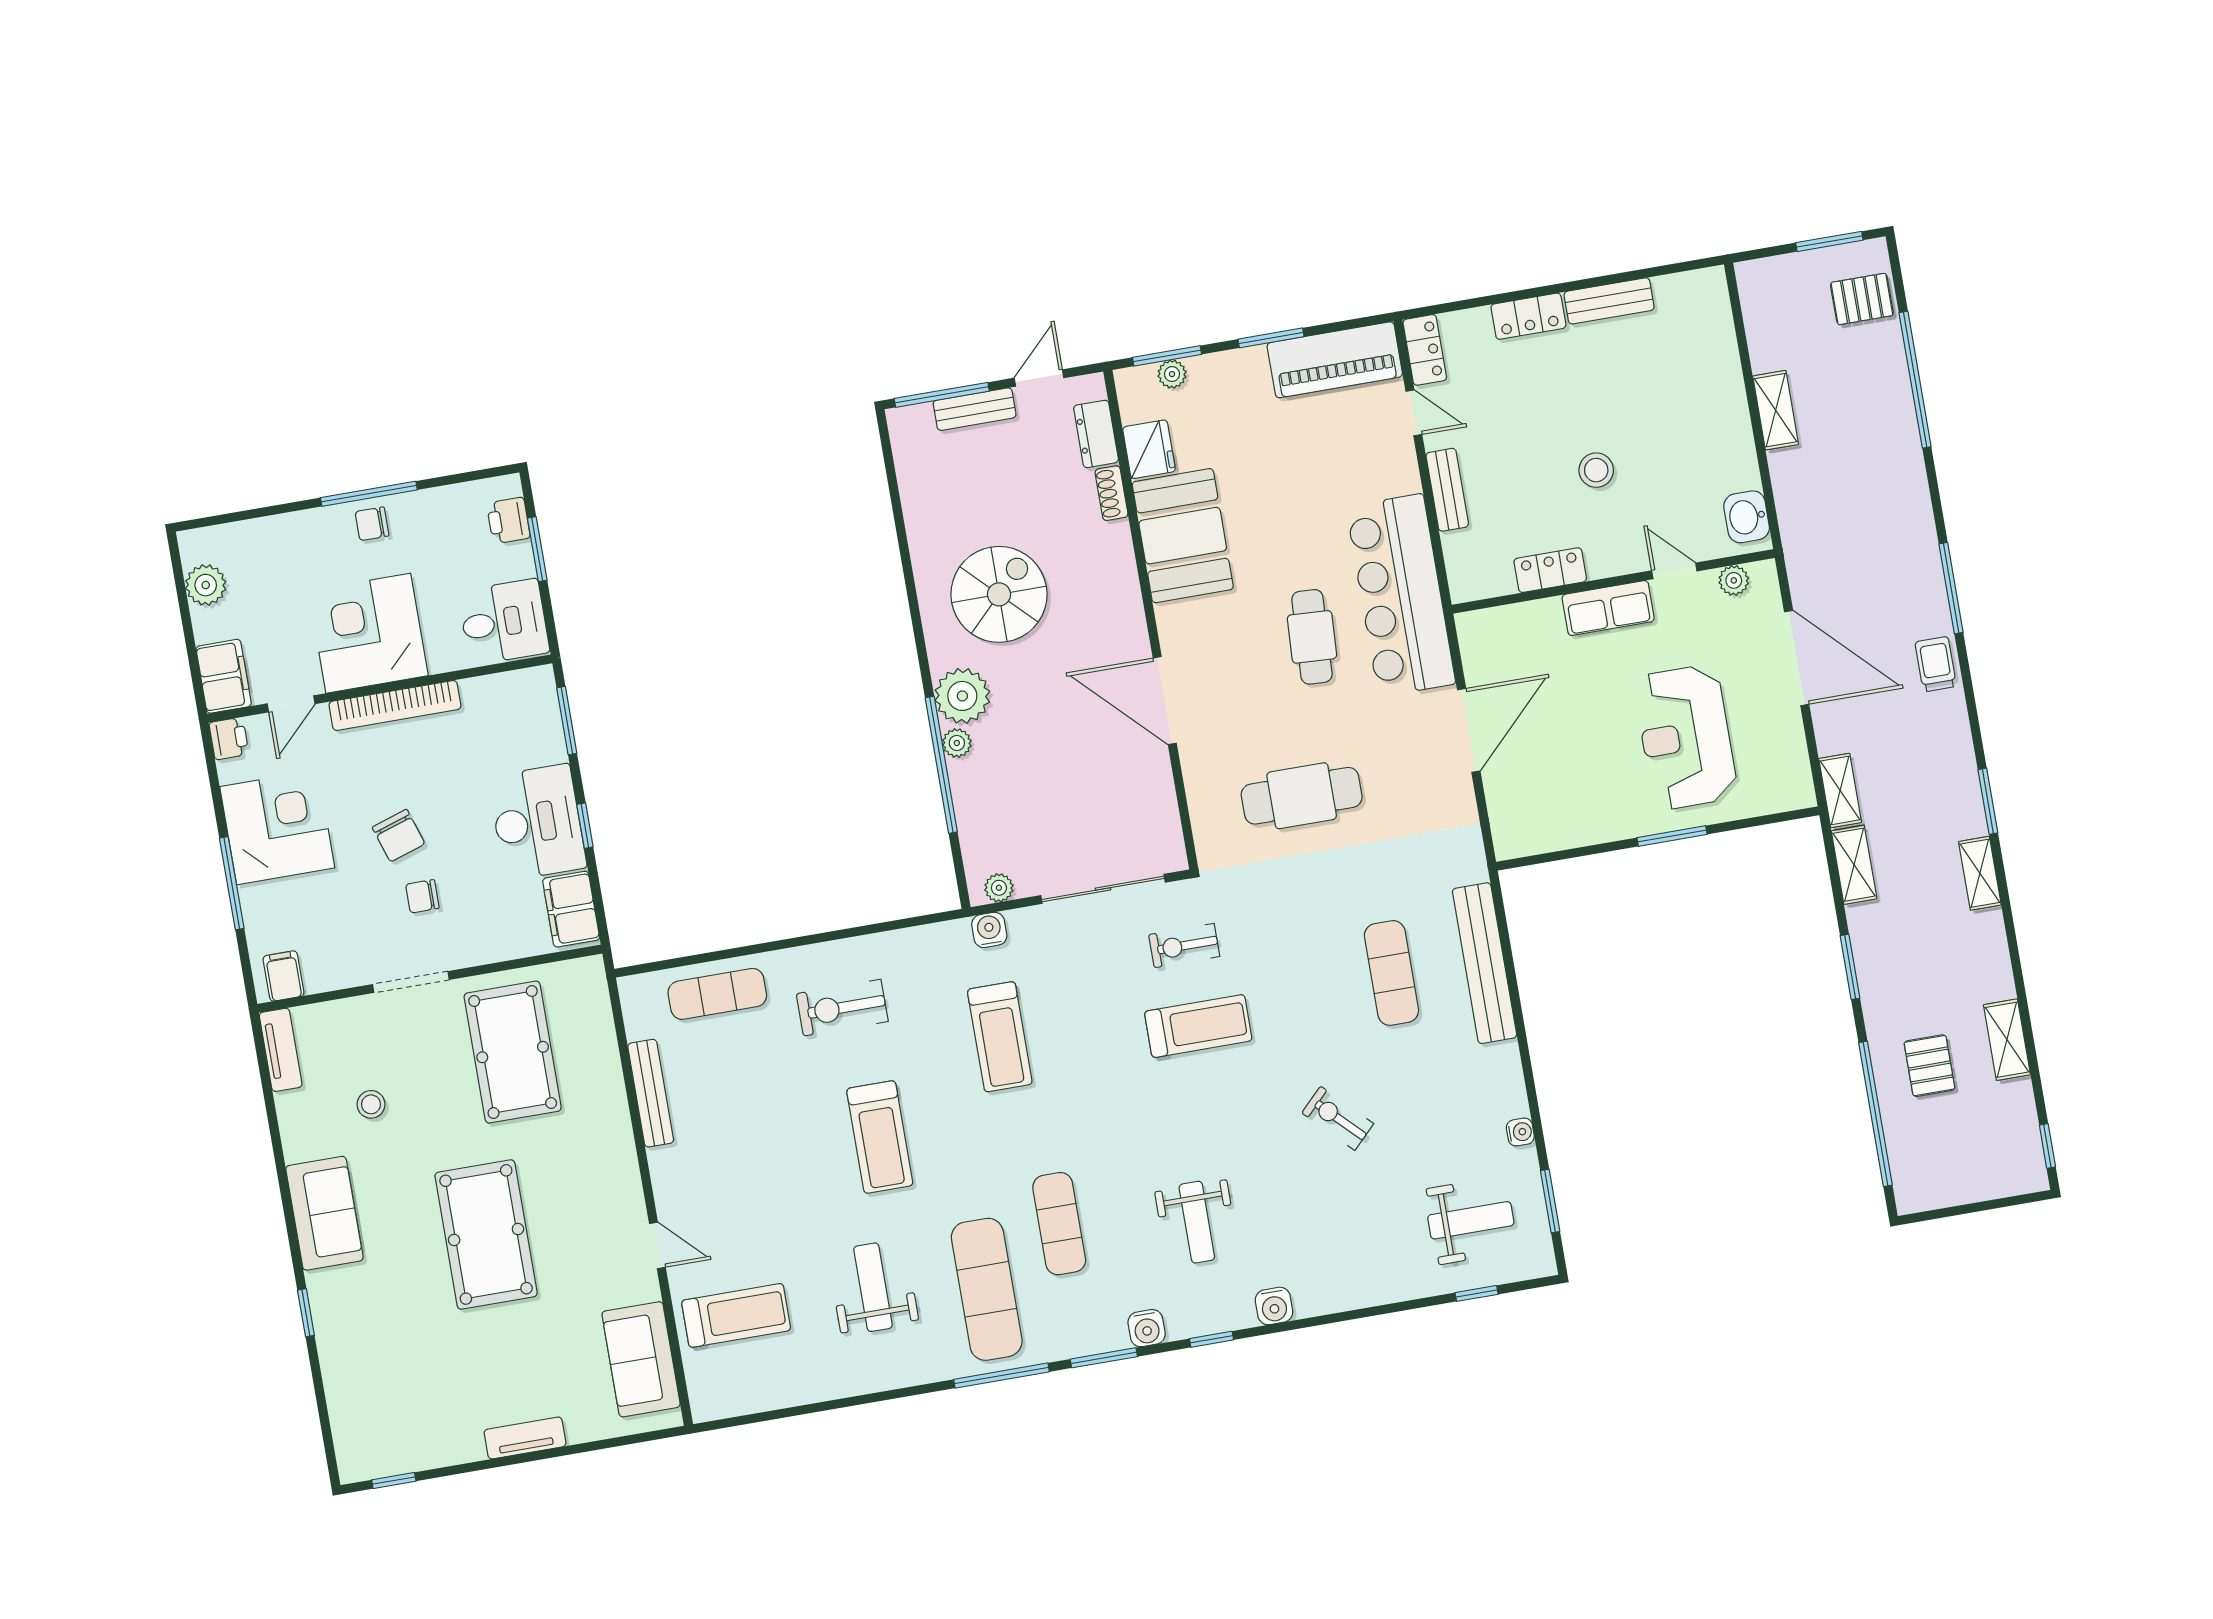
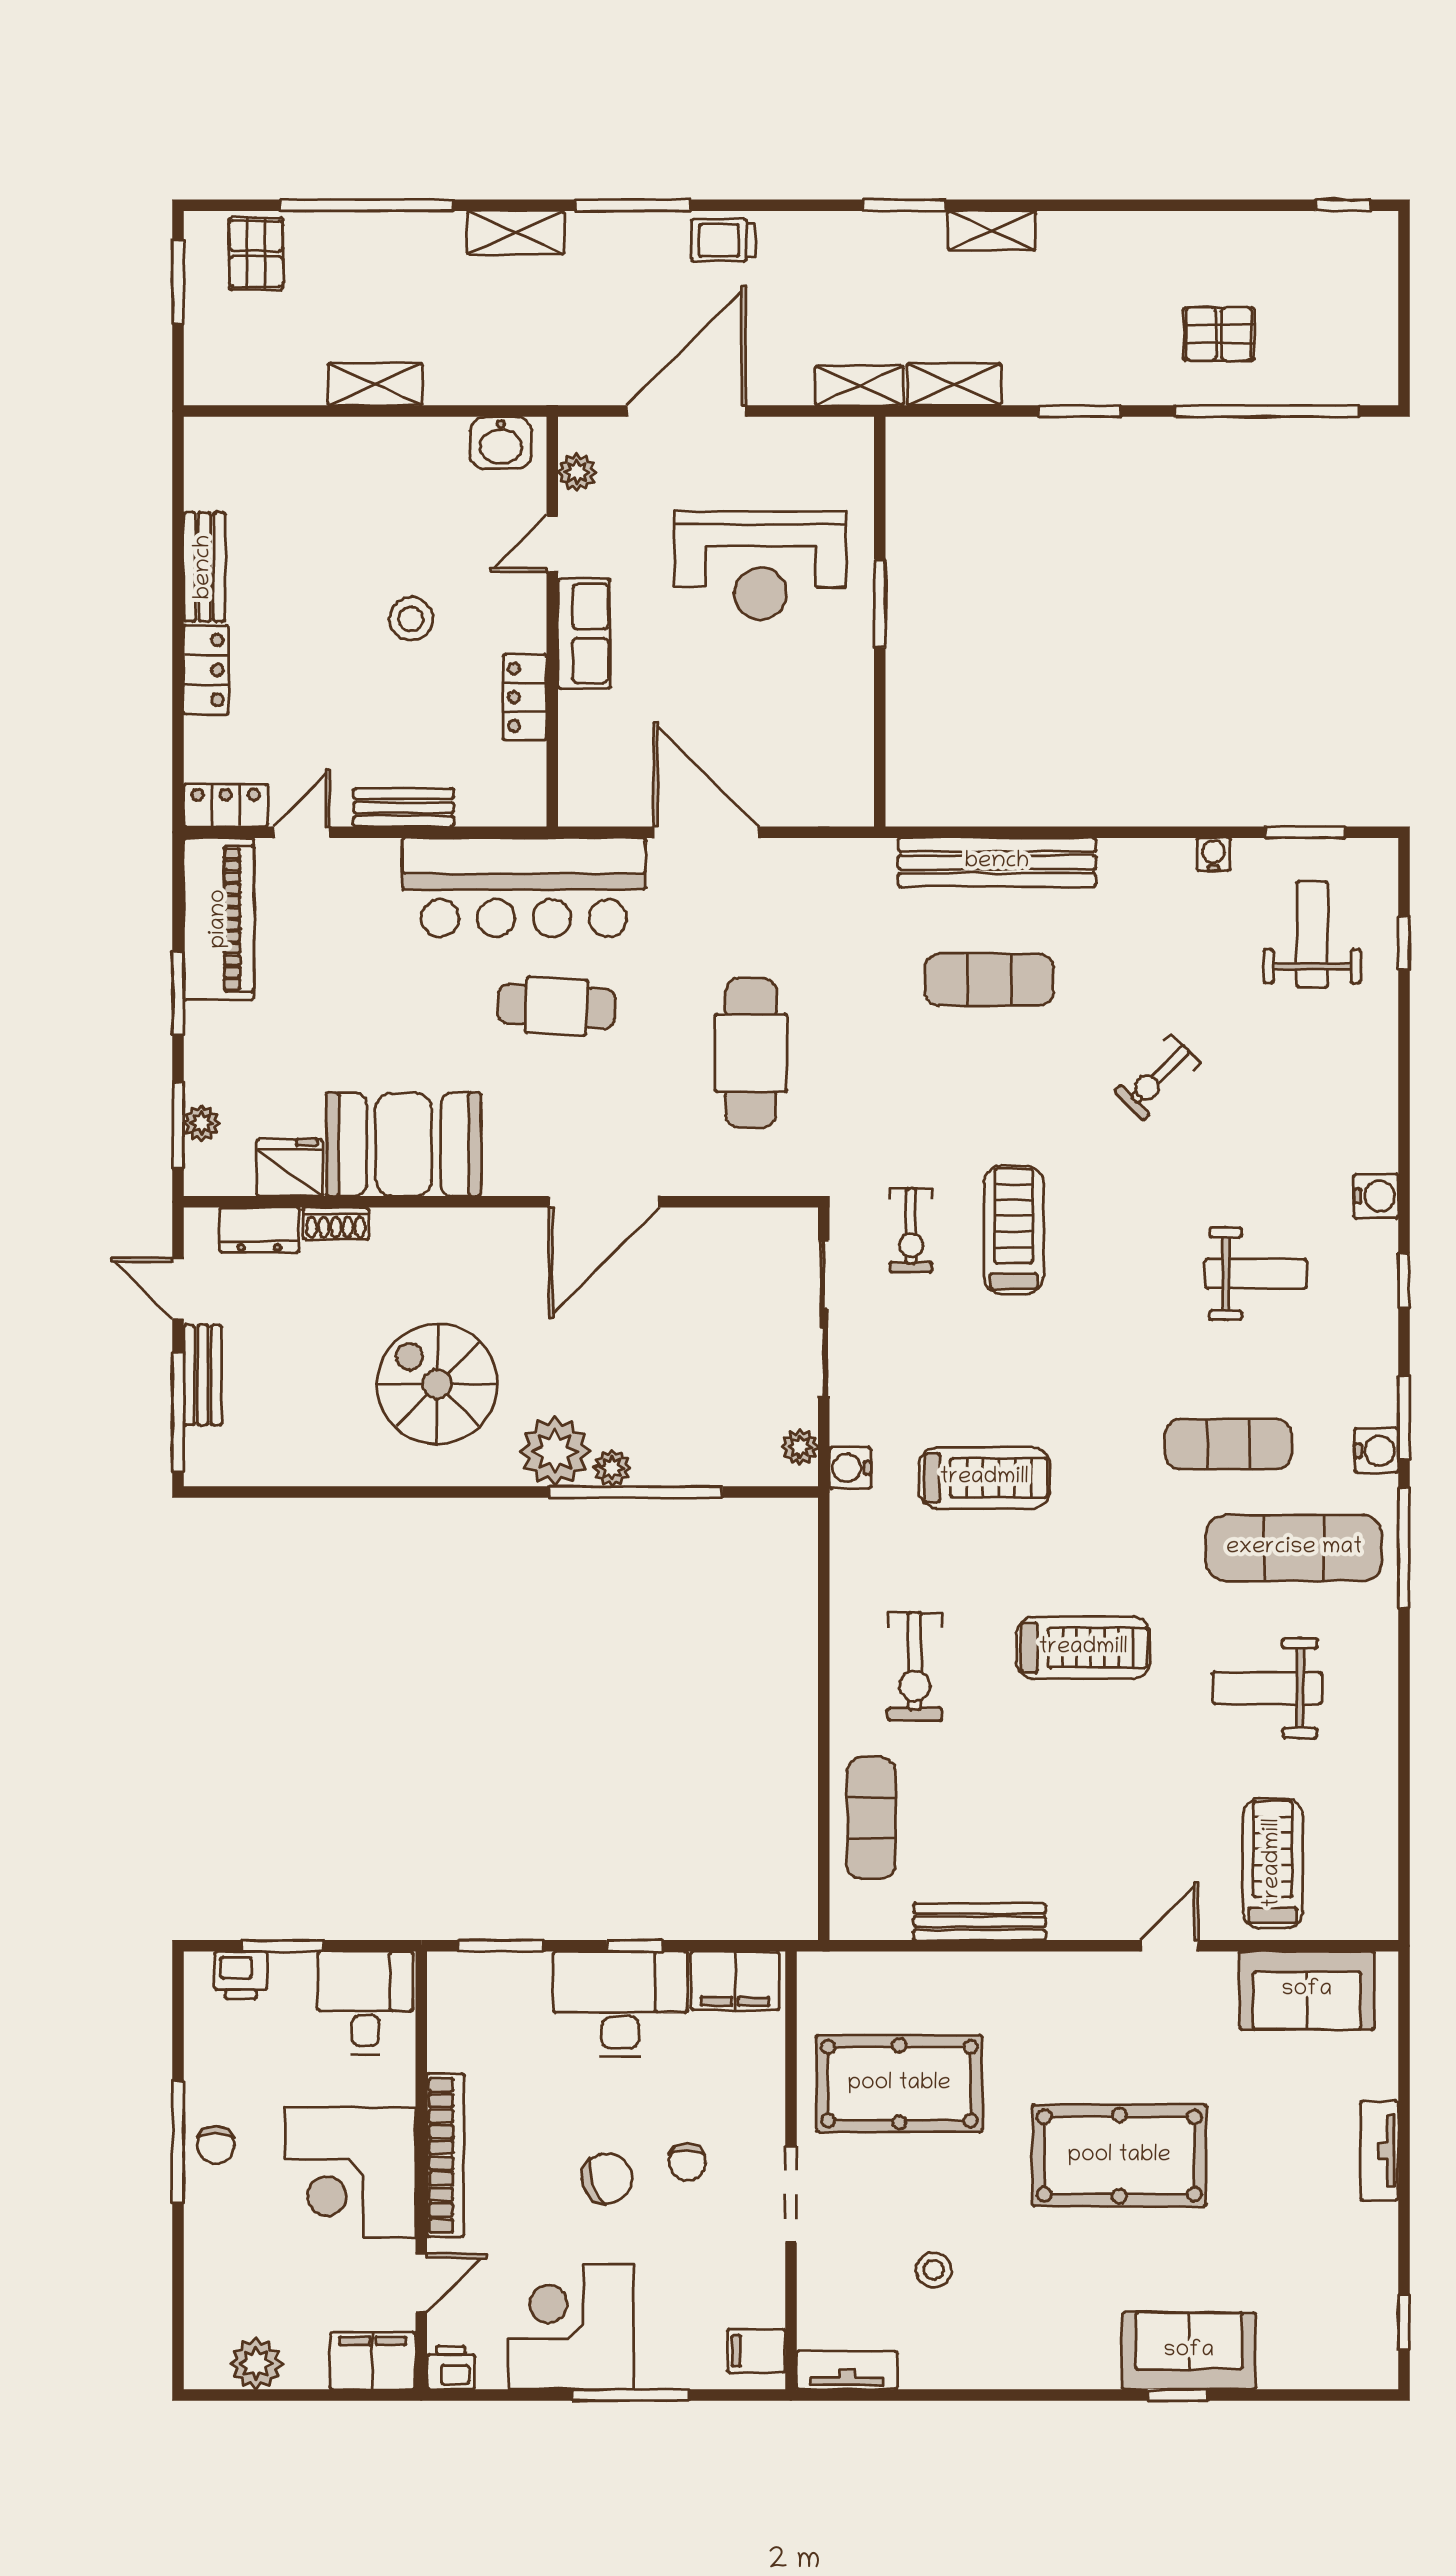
door: (291, 704) -> (421, 2283), hinge flipped
shelving: (2007, 1040) -> (516, 233), moved
sofa: (324, 1213) -> (1189, 2351), moved
water cooler: (1147, 1328) -> (1376, 1451), moved

